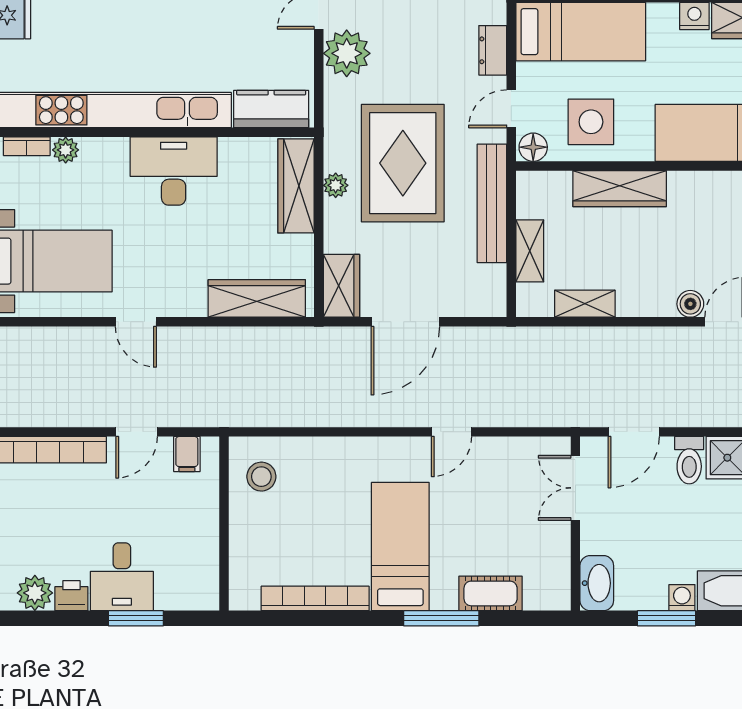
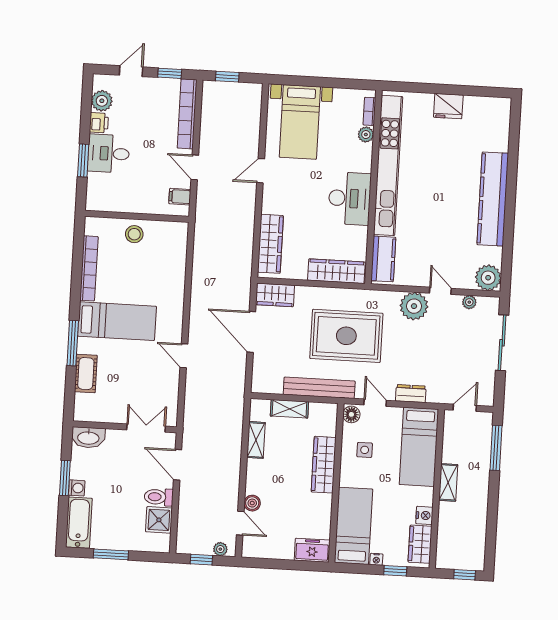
side table: (591, 122) -> (365, 450), width x0.54, depth x0.54
plant: (336, 185) -> (335, 295), removed
stool: (261, 477) -> (134, 234), moved

